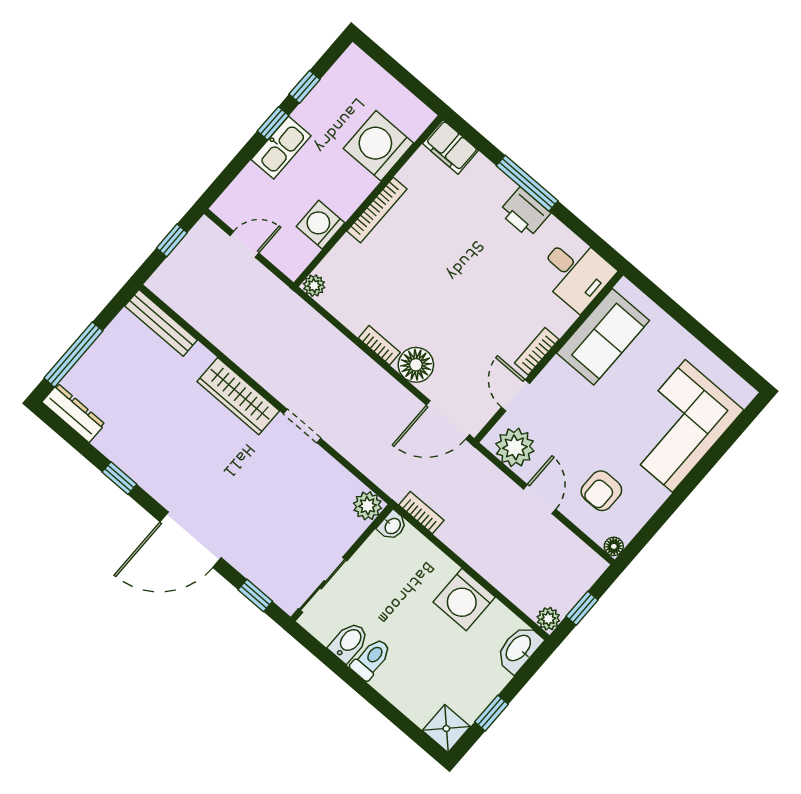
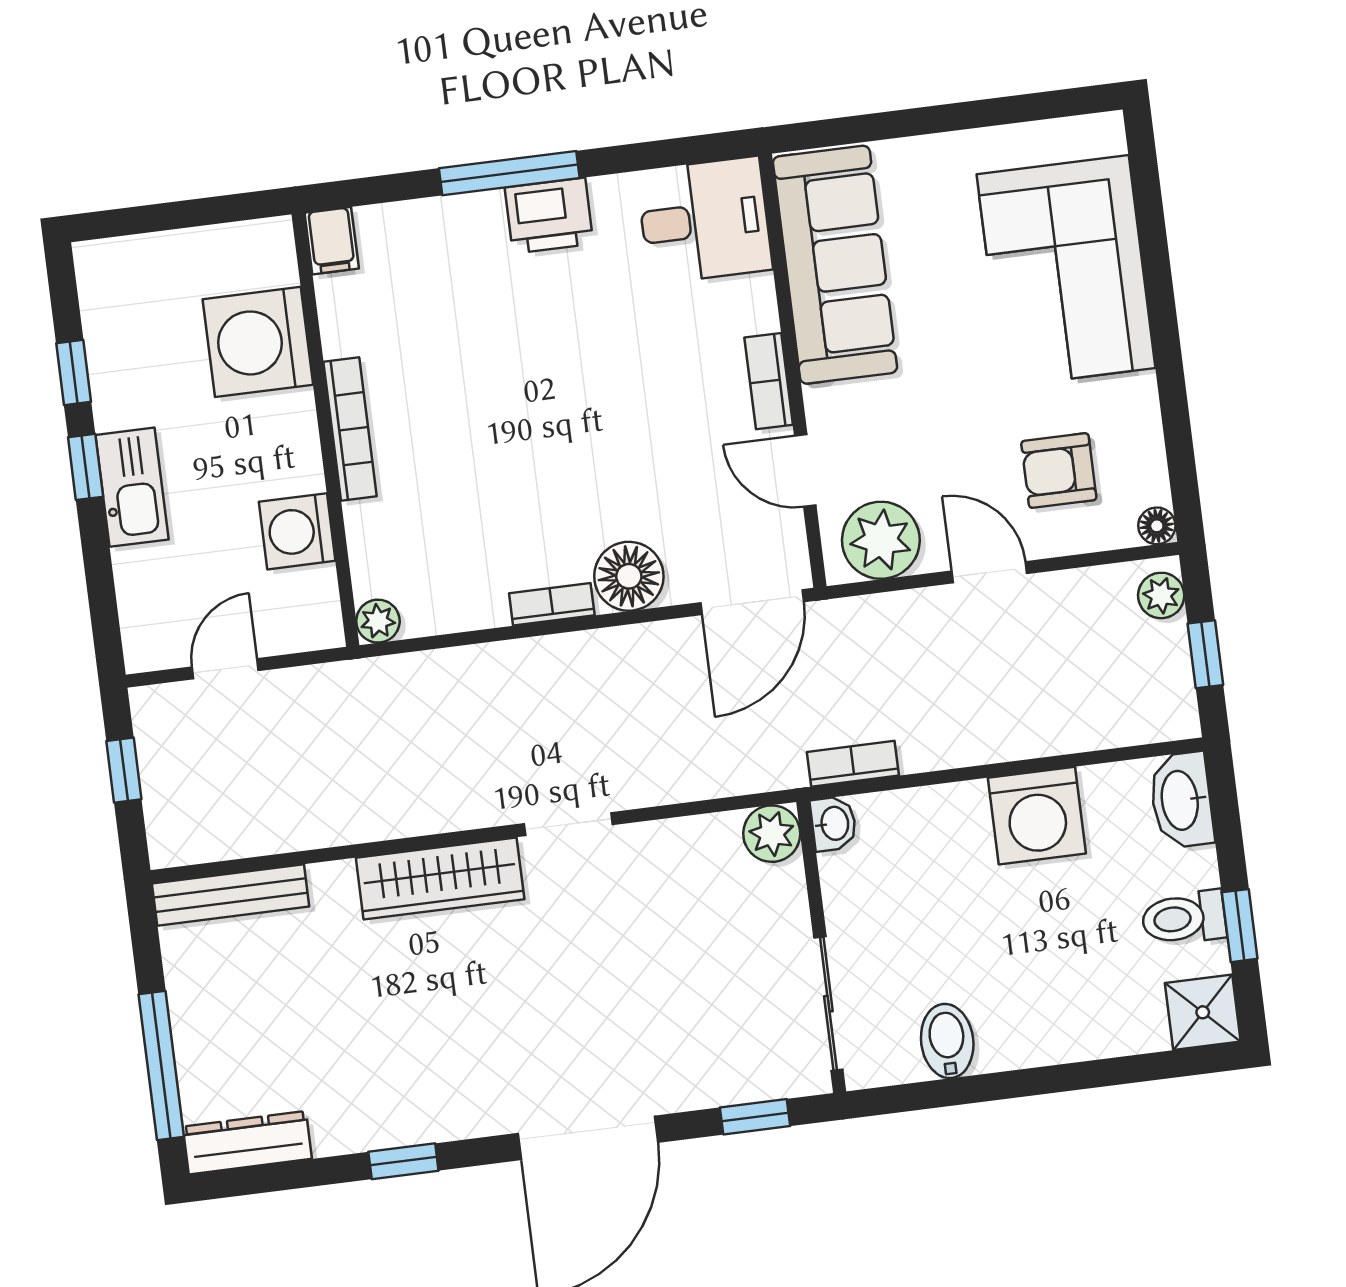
filing cabinet: (450, 147) -> (332, 241), width x0.50
sofa: (603, 337) -> (835, 265), width x1.36
armchair: (601, 491) -> (1059, 471), turned 90
plant: (548, 619) -> (1161, 595), moved
toilet: (371, 659) -> (1184, 918), moved, turned -90

